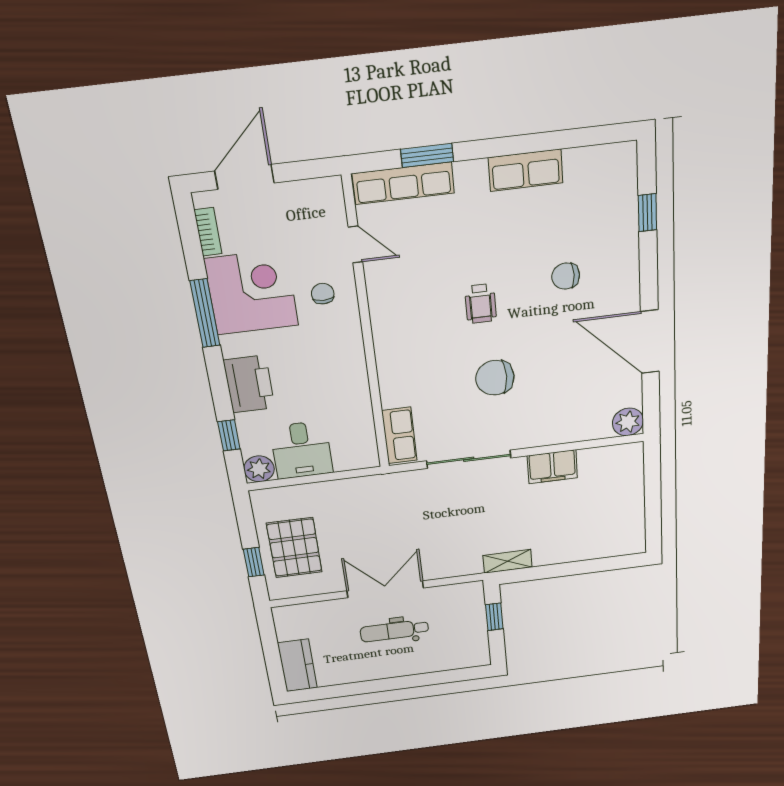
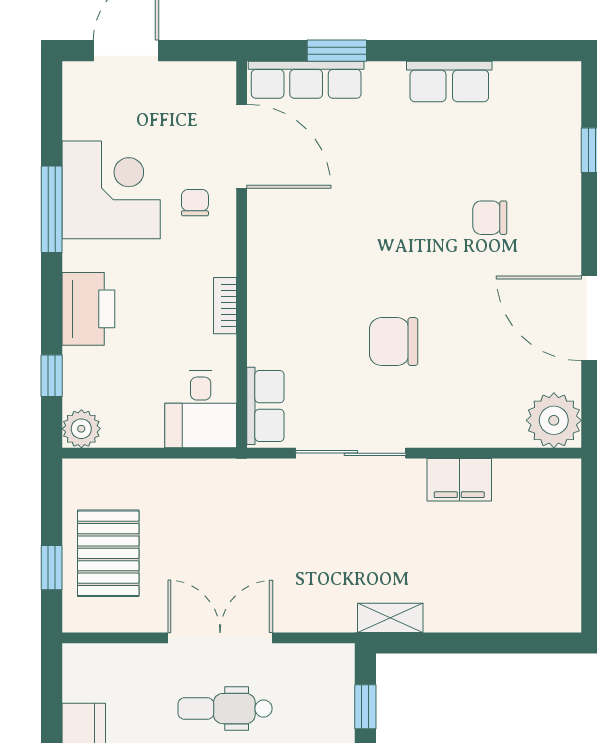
bookcase: (208, 232) -> (225, 306), moved, turned 180
door: (355, 244) -> (242, 146), width x1.88
wheelchair: (481, 304) -> (384, 240), removed
plant: (628, 422) -> (554, 420), width x1.36, depth x1.36
desk: (301, 450) -> (201, 409), moved

